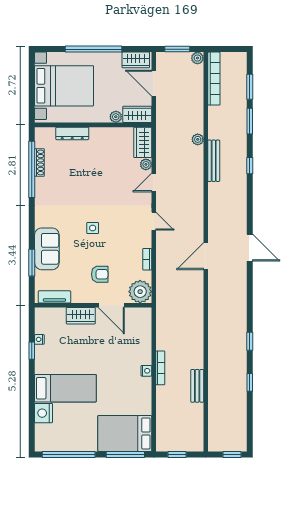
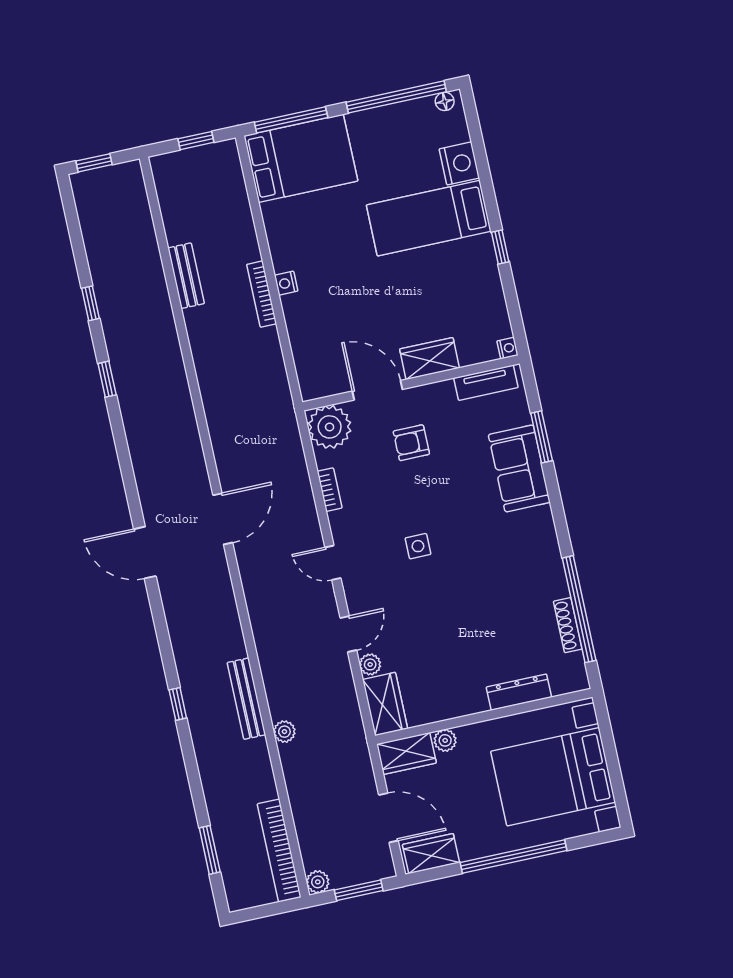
window: (250, 121) -> (196, 786), removed
side table: (93, 228) -> (418, 546), moved
nightstand: (39, 339) -> (508, 348), moved
window: (32, 351) -> (500, 247), moved
floor lamp: (44, 447) -> (445, 101), added

